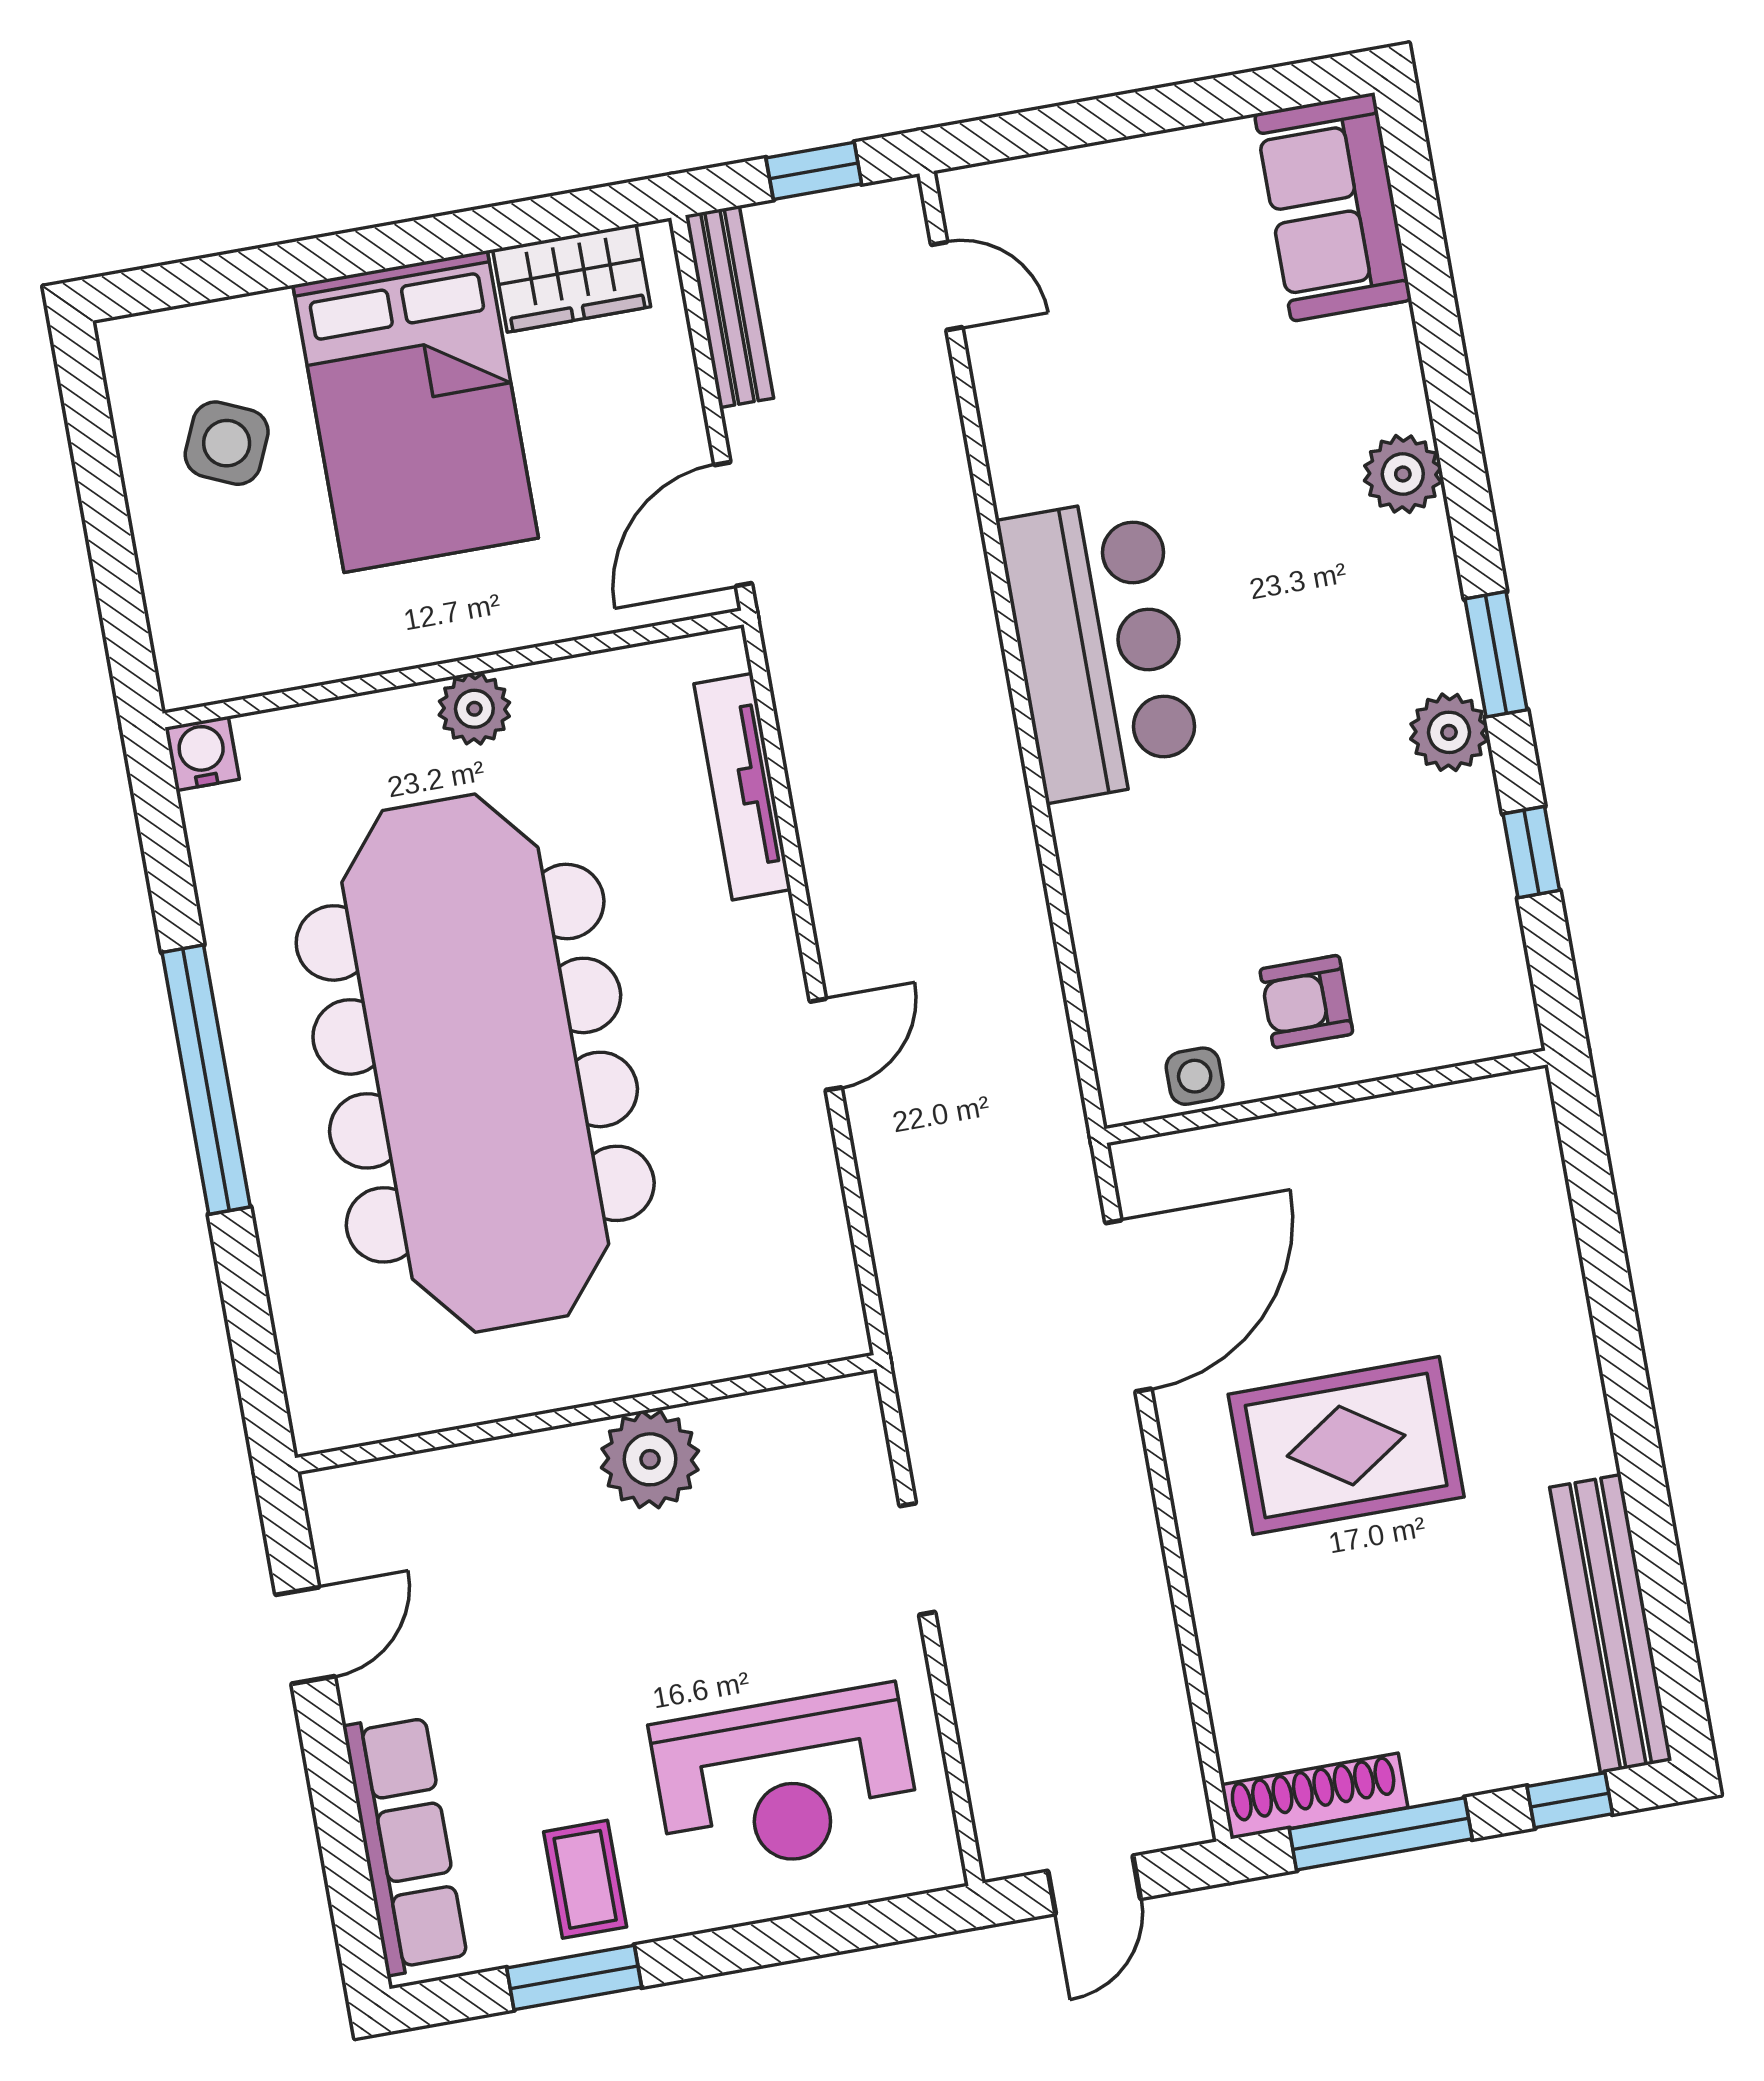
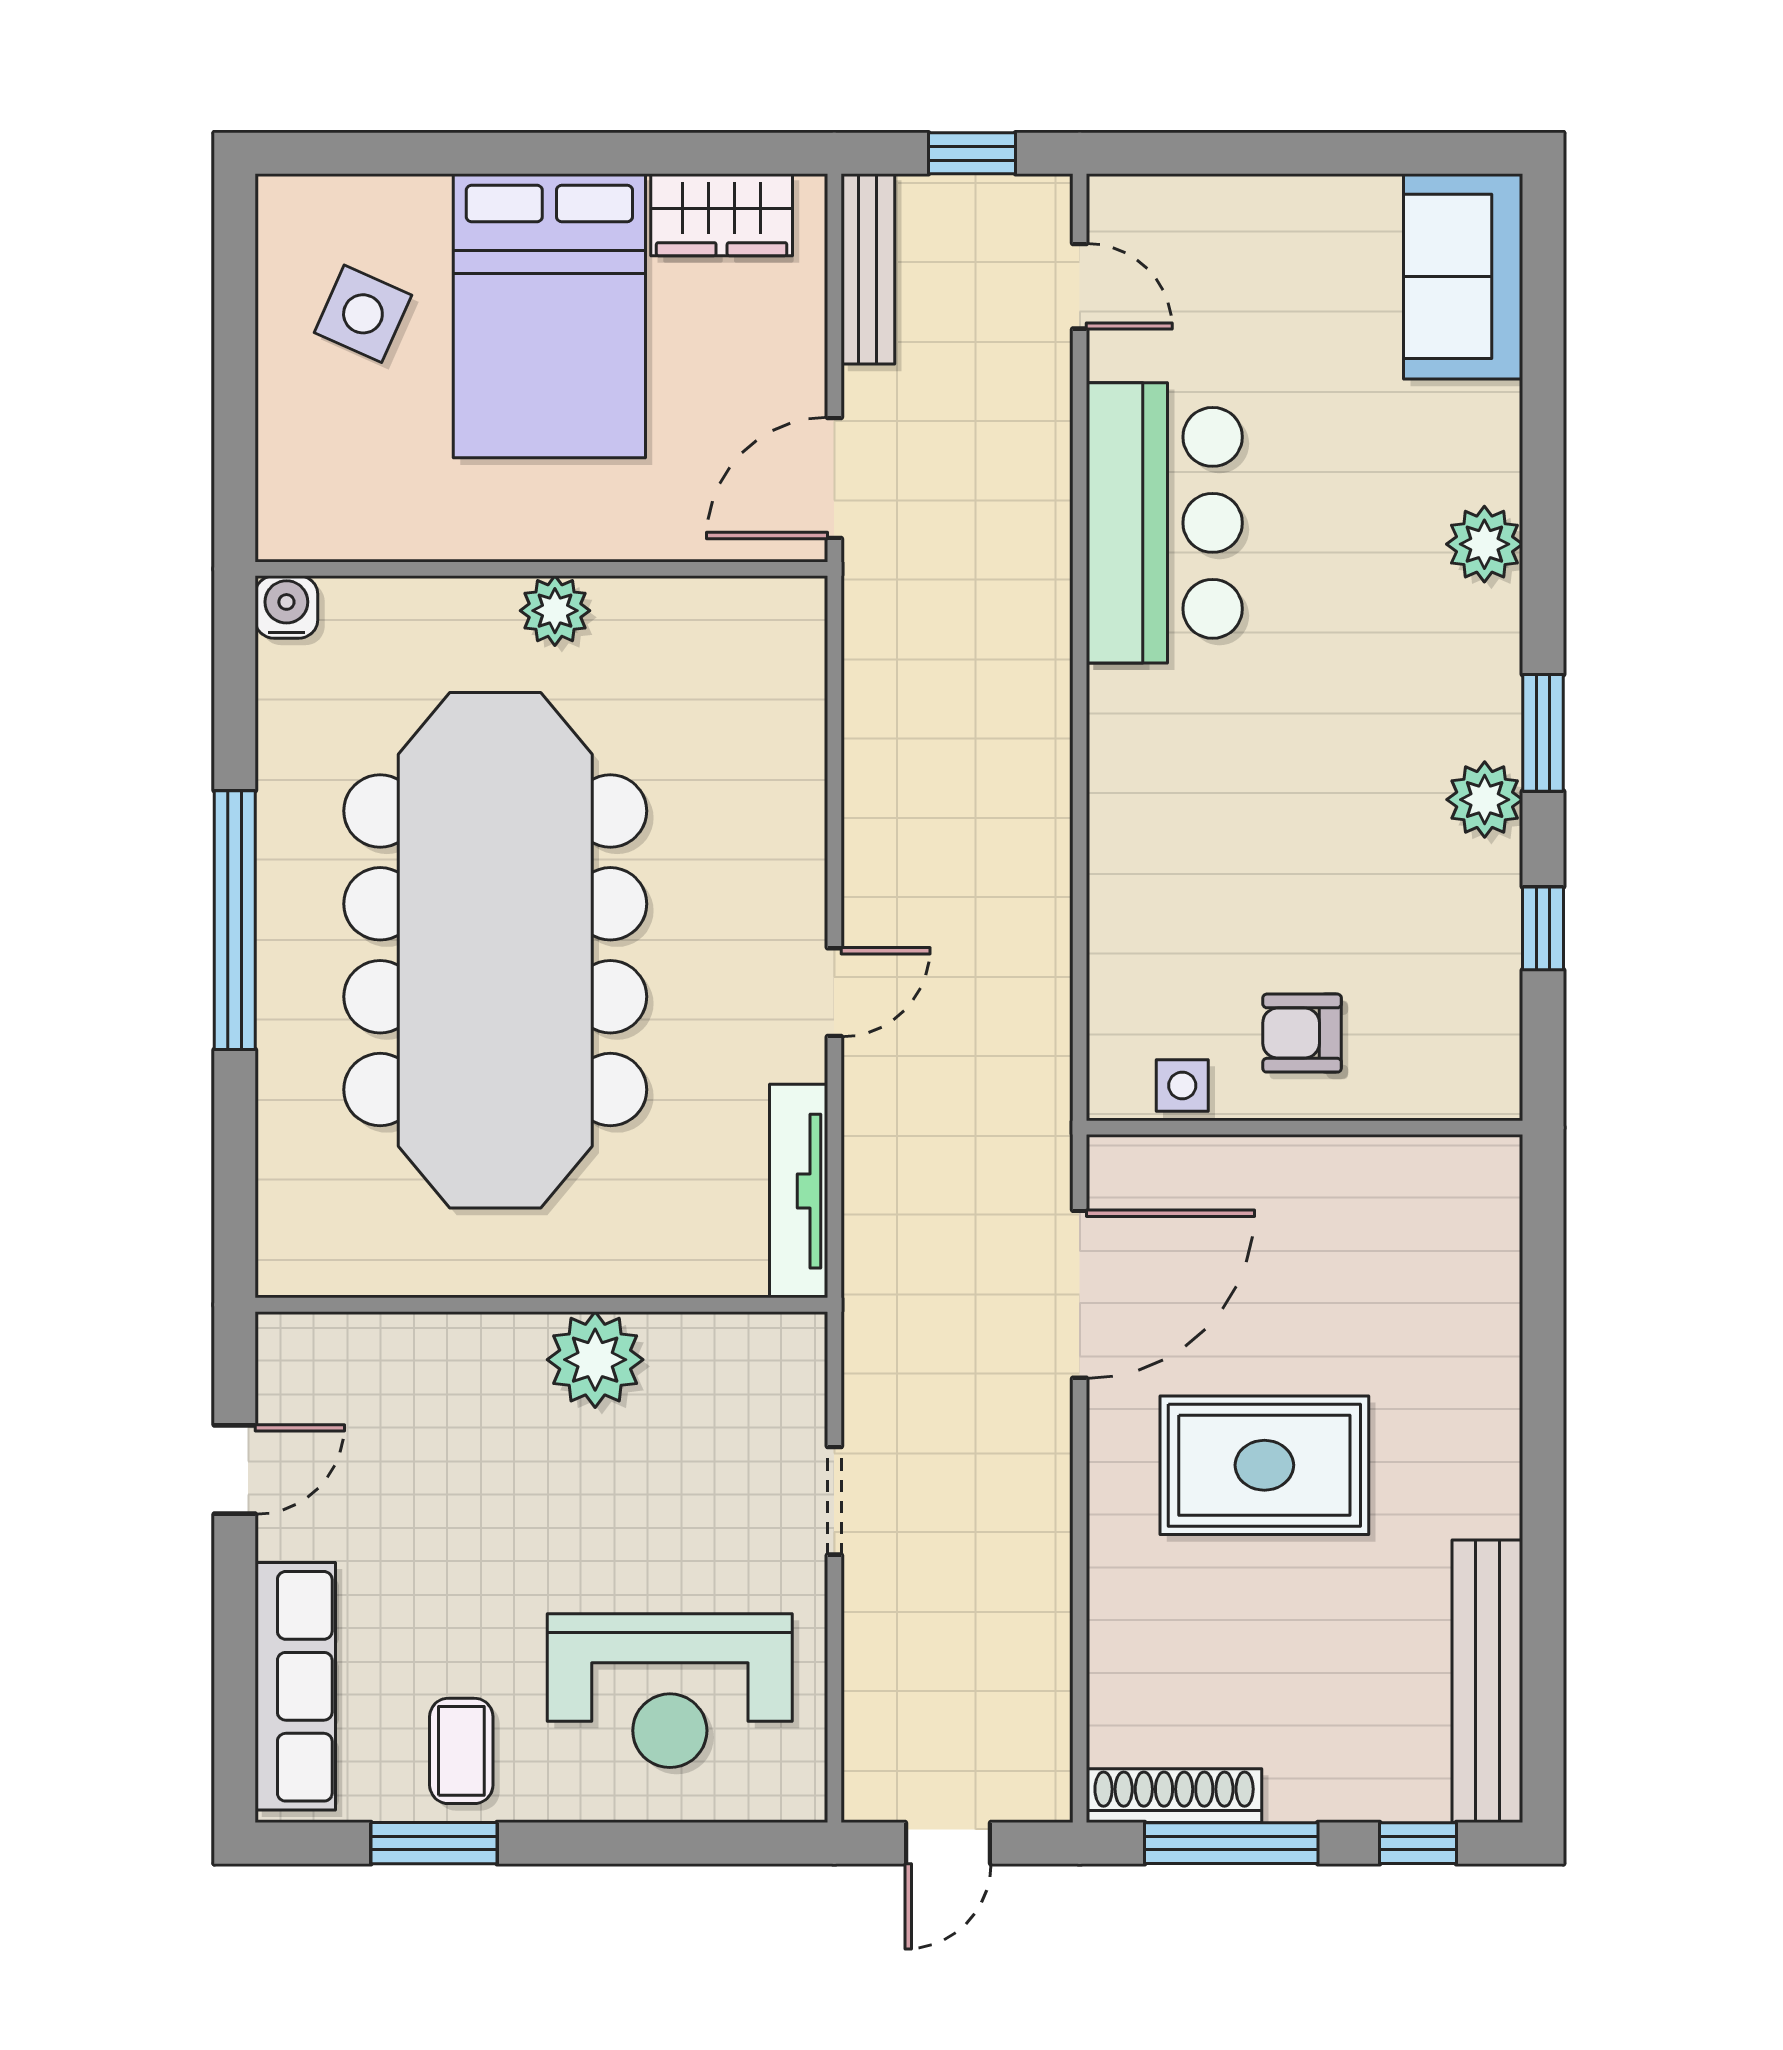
bar counter: (1100, 648) -> (1164, 523), moved
tv unit: (743, 787) -> (799, 1191), moved

